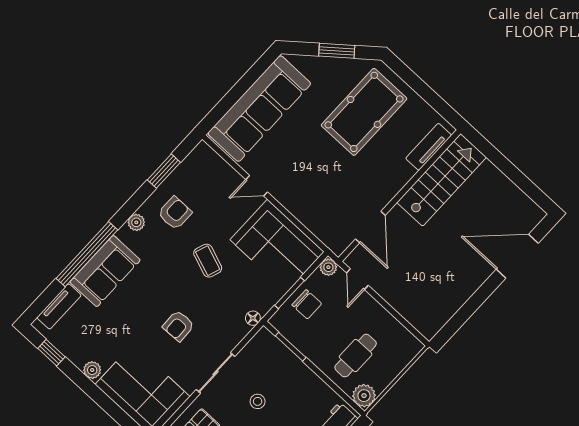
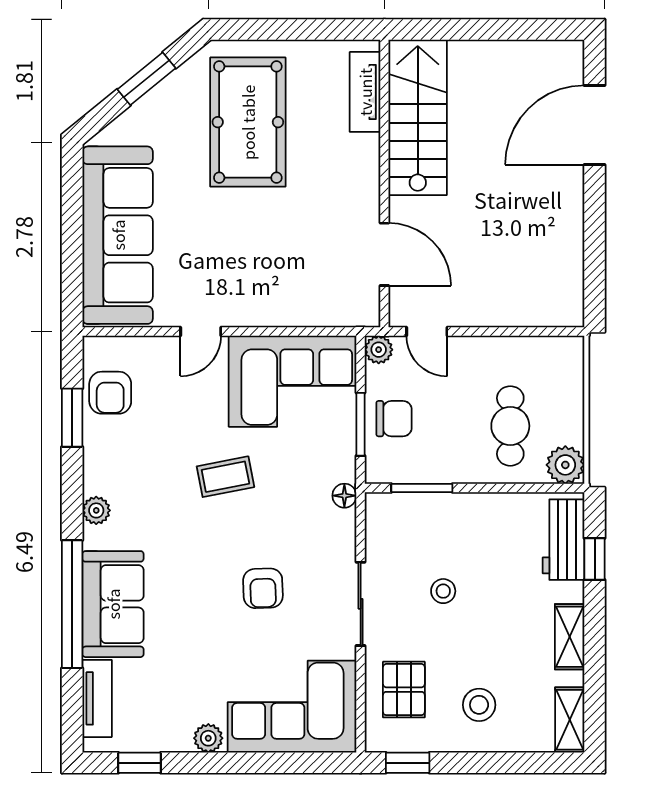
armchair: (175, 213) -> (110, 393), moved, turned 180
coffee table: (208, 261) -> (225, 477), turned -31

